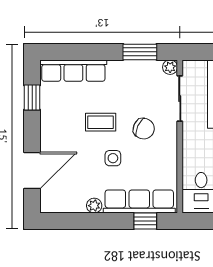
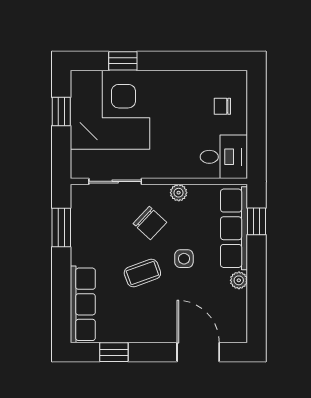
plant: (170, 67) -> (179, 193), moved
coffee table: (101, 122) -> (142, 273), turned 70
chair: (144, 129) -> (150, 223), turned 108

